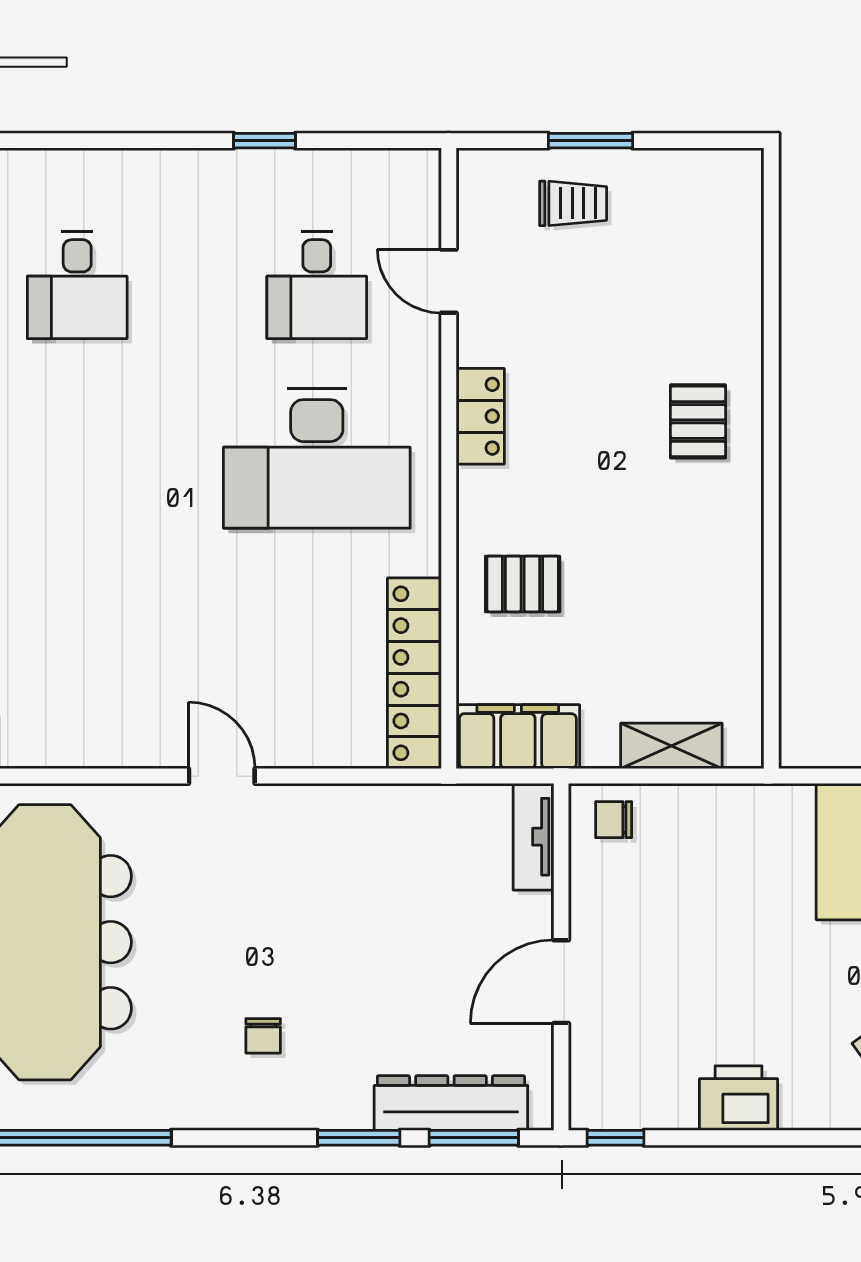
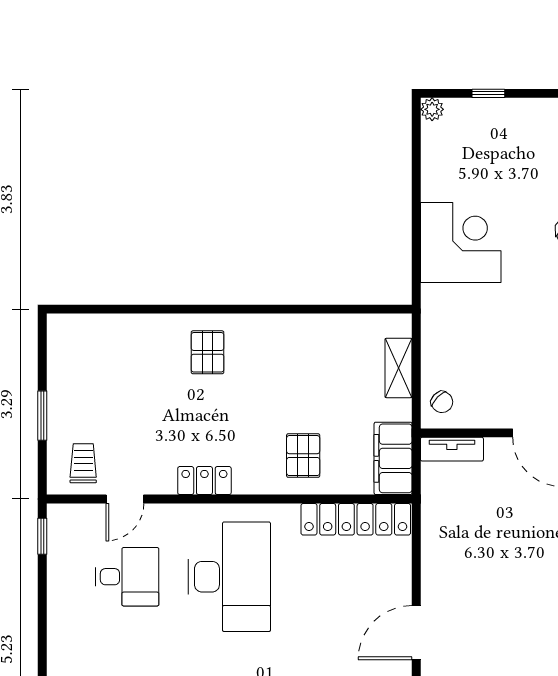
window: (265, 141) -> (42, 536), moved
trolley: (573, 203) -> (83, 463), moved
pallet: (698, 421) -> (208, 352), turned 90
door: (222, 776) -> (416, 633), width x1.38
chair: (614, 820) -> (442, 402), turned -46

